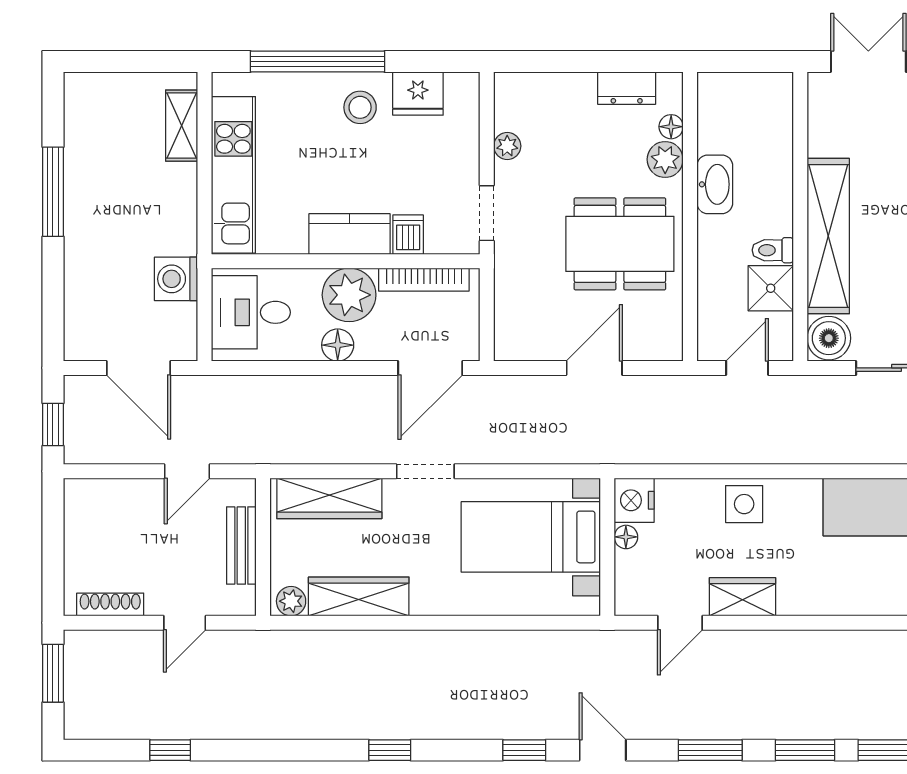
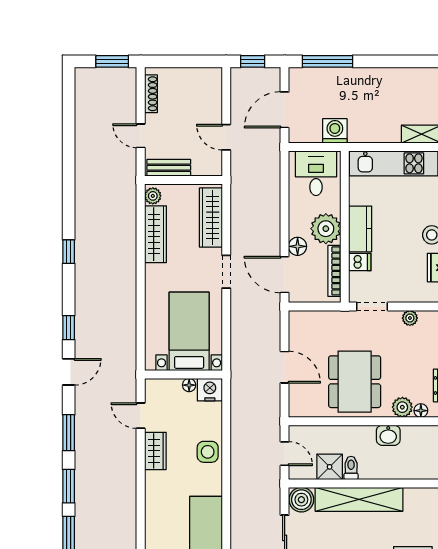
washbasin: (715, 184) -> (388, 435), width x0.72
window: (53, 192) -> (327, 61), moved
floor lamp: (338, 345) -> (298, 246), moved
bench: (241, 545) -> (169, 168), moved
window: (170, 750) -> (69, 128), removed

